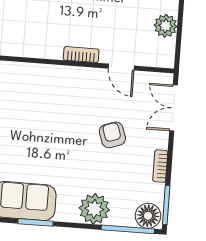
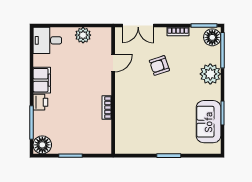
bookcase: (81, 55) -> (107, 108), moved

